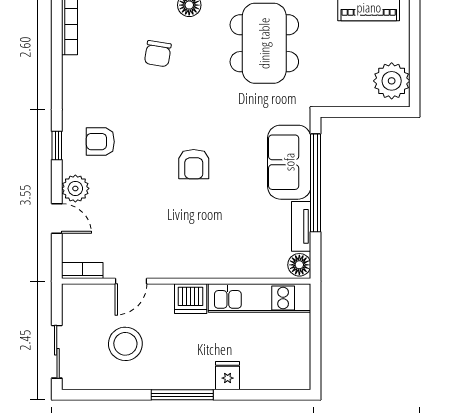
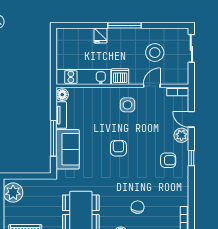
window: (316, 183) -> (54, 138), width x0.68
side table: (177, 246) -> (128, 105), added

